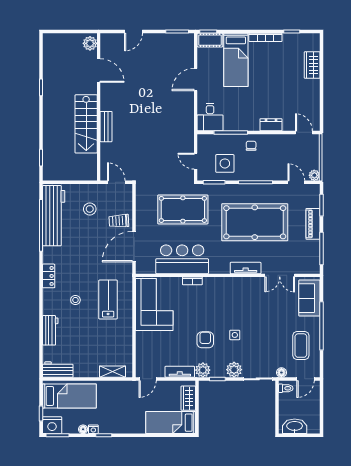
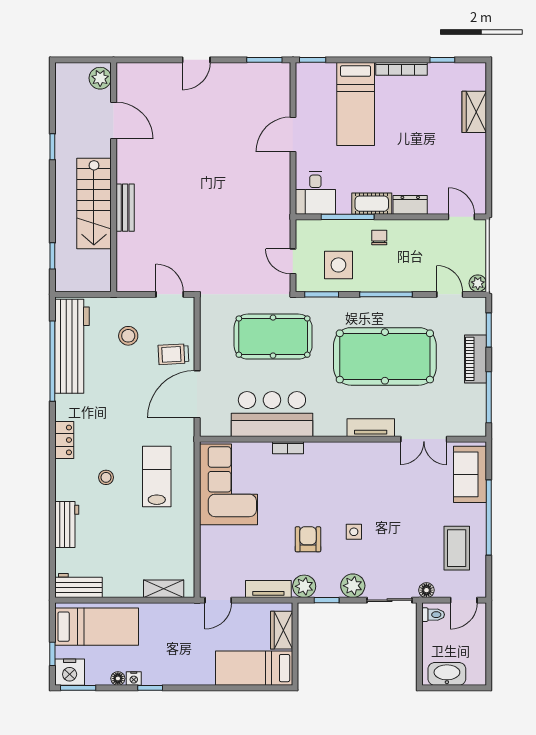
cot: (210, 40) -> (372, 204), moved
plant: (90, 43) -> (100, 78), moved
door: (99, 71) -> (114, 120), moved
wall: (99, 107) -> (114, 177), moved
stairs: (86, 124) -> (94, 203), moved
bench: (106, 127) -> (125, 208), moved

